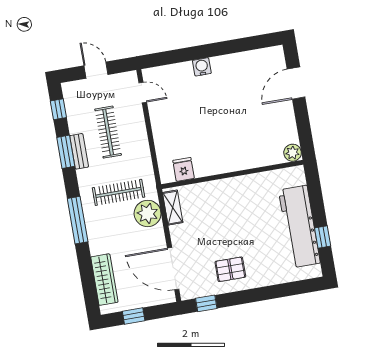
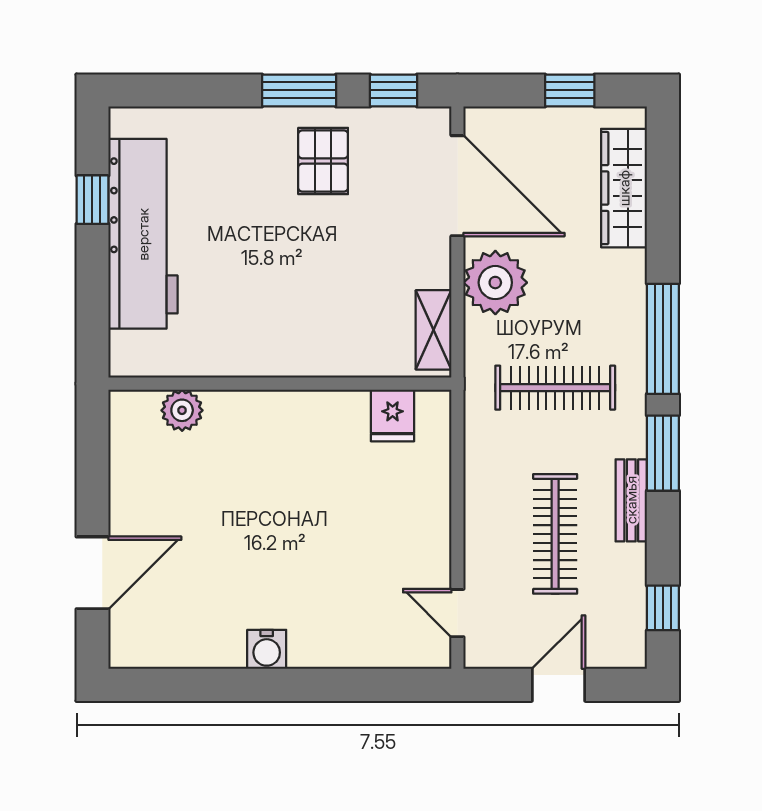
water cooler: (202, 67) -> (267, 649), moved
door: (96, 70) -> (559, 685), swing flipped
window: (66, 152) -> (663, 453), moved
plant: (293, 153) -> (182, 410), moved
plant: (148, 213) -> (495, 283), moved
pallet: (230, 269) -> (323, 161), turned 90
window: (245, 297) -> (299, 90), added

